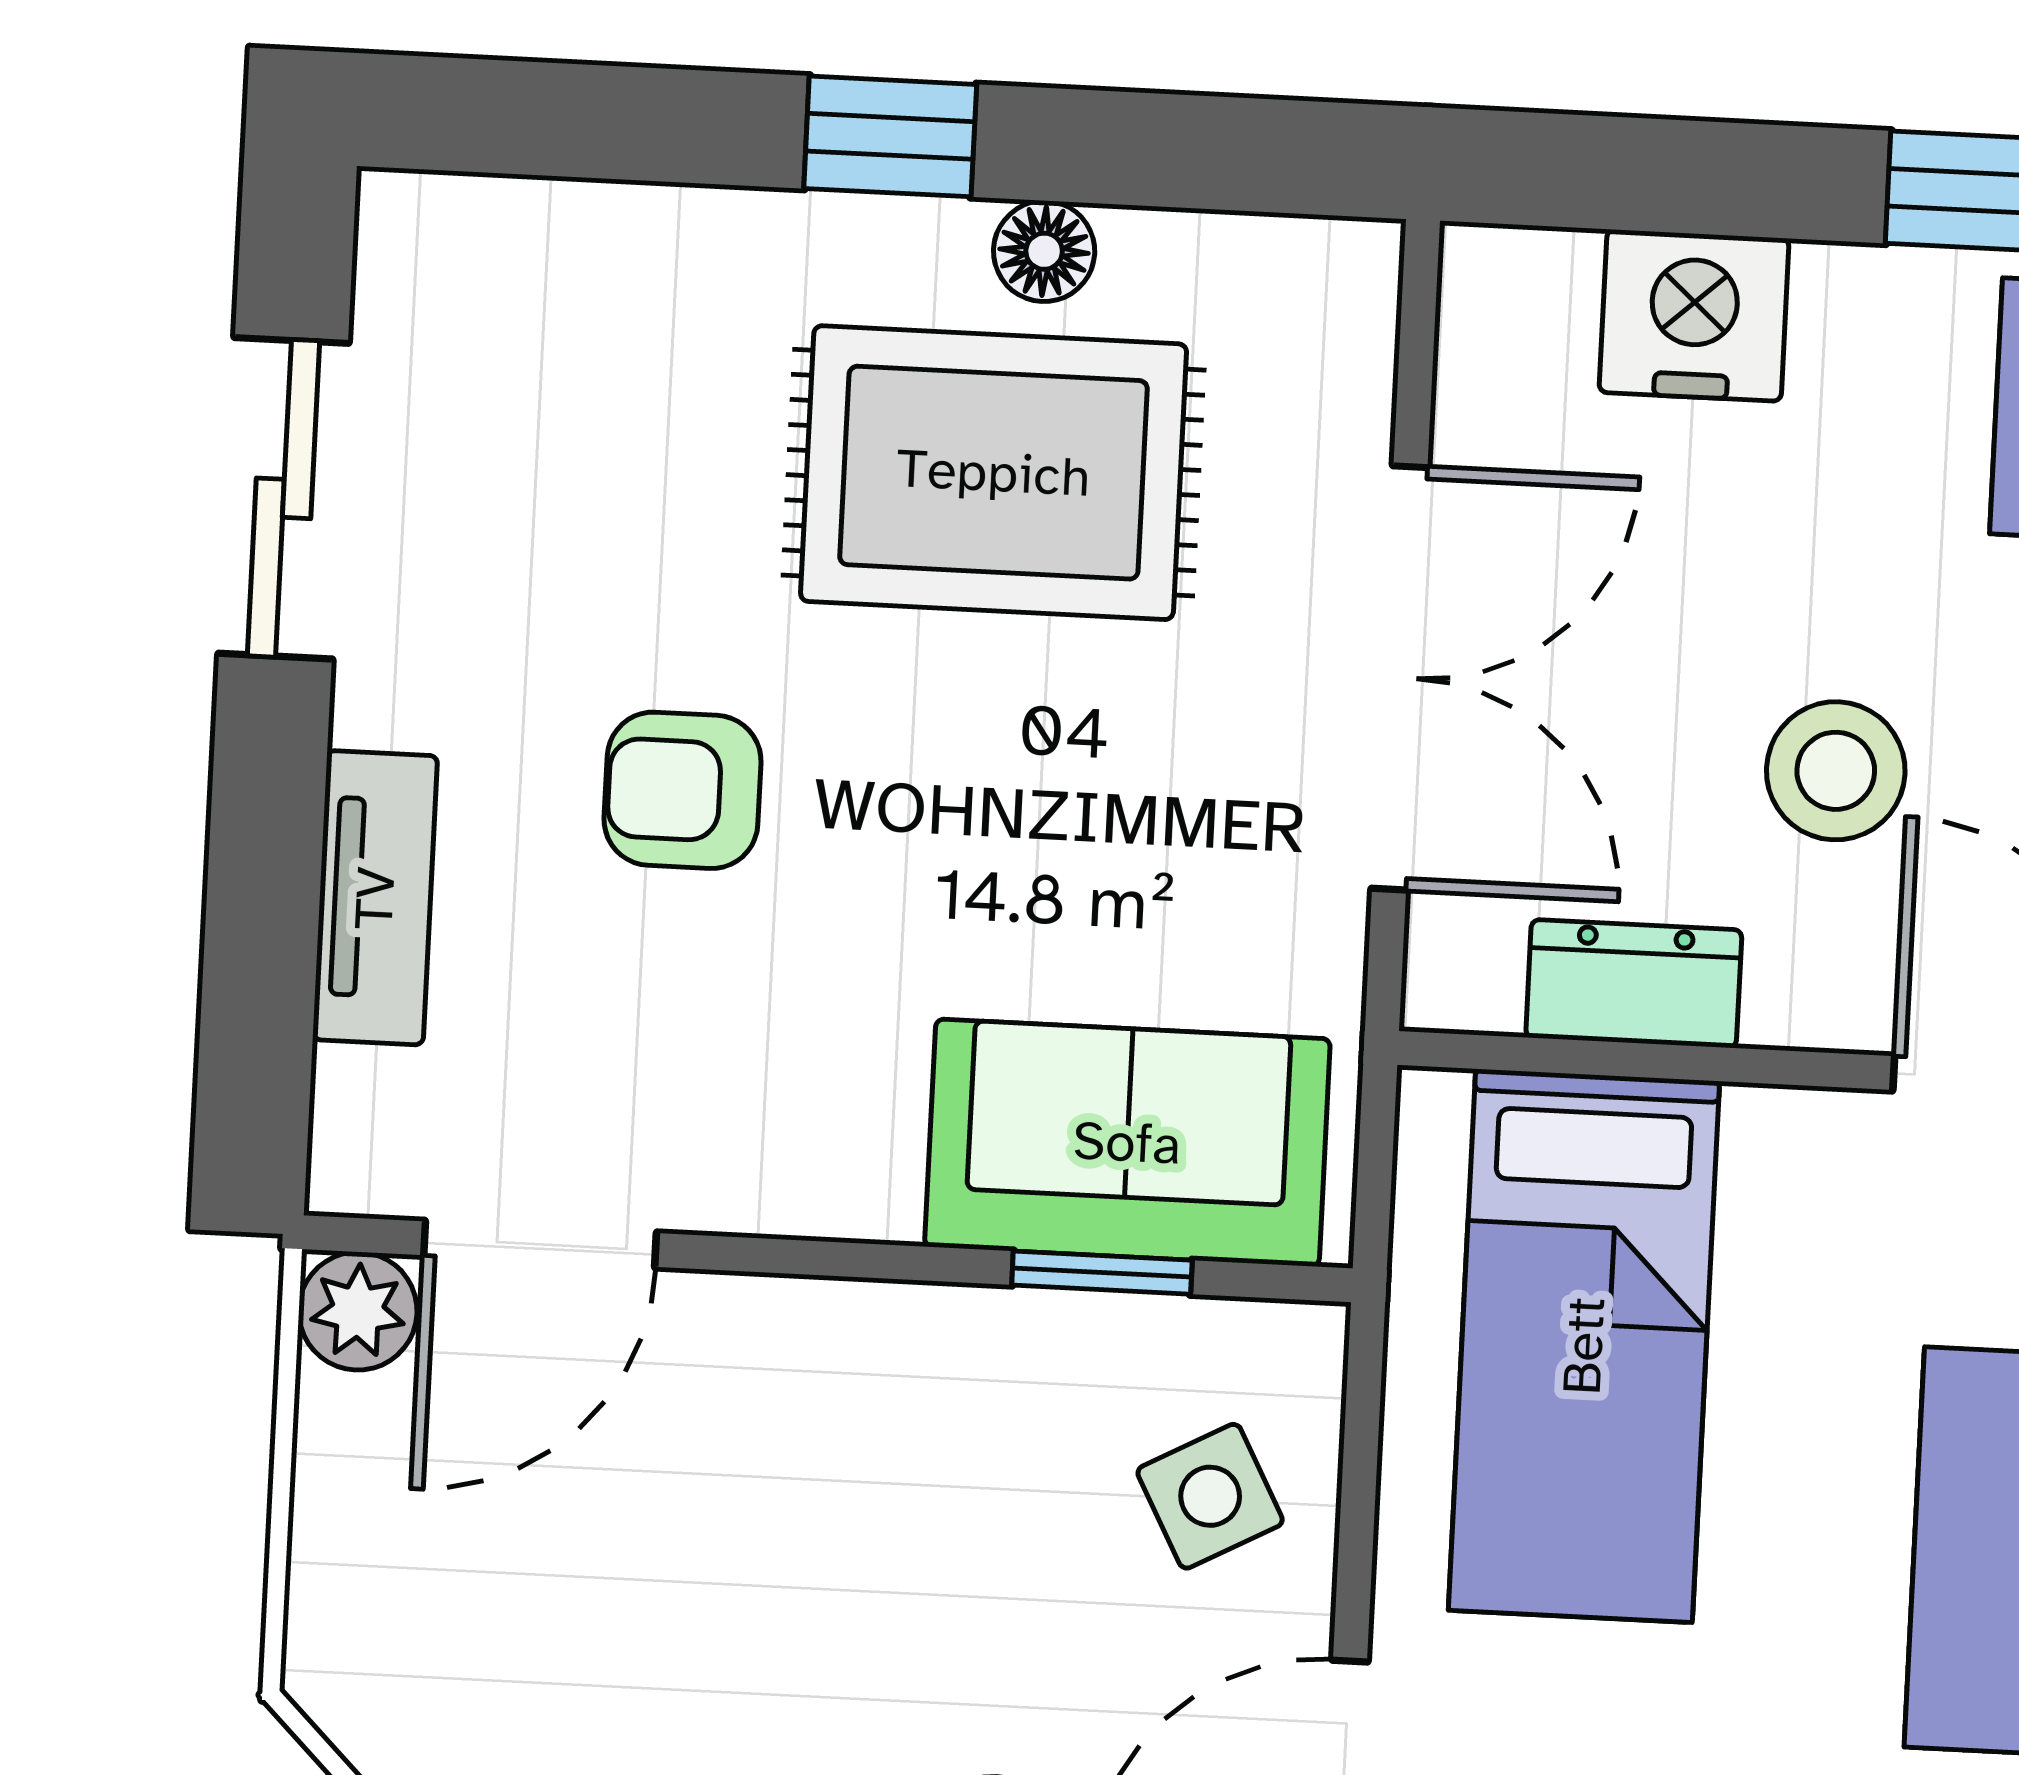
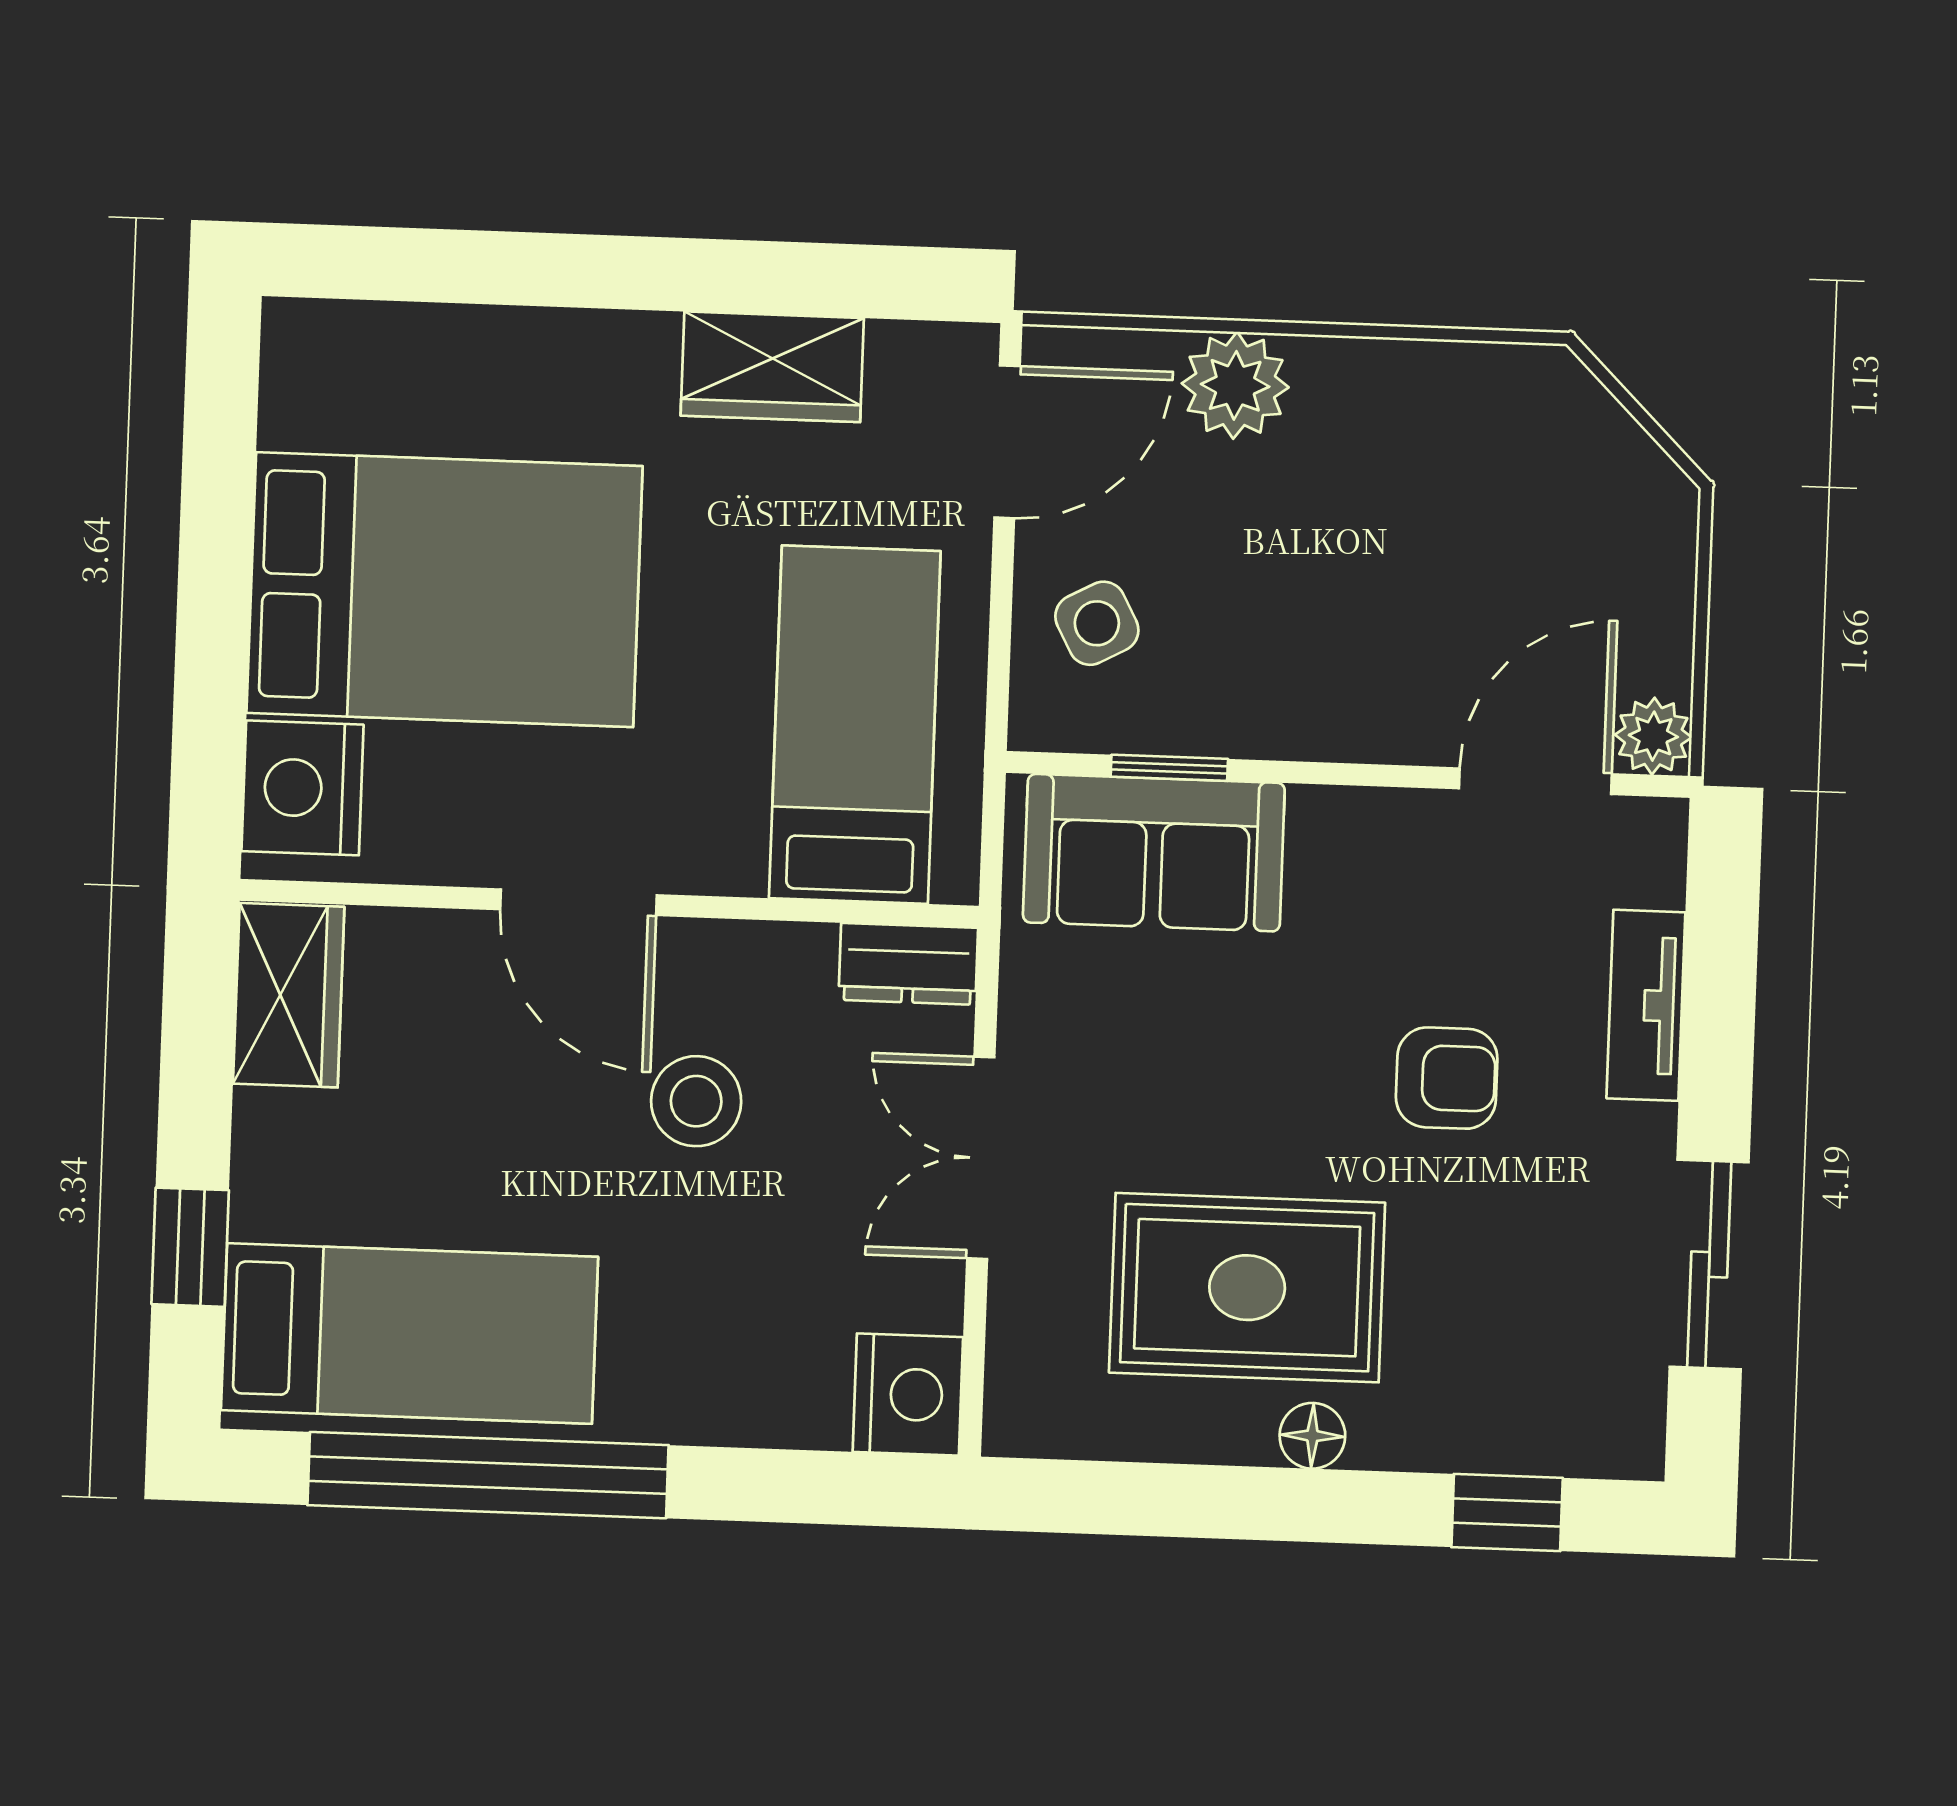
window: (890, 136) -> (1507, 1512), moved
floor lamp: (1044, 251) -> (1312, 1436), moved
nightstand: (1694, 315) -> (908, 1394), moved, turned -90
double door: (1400, 678) -> (981, 1158), width x0.73
dresser: (1634, 984) -> (908, 964), moved

